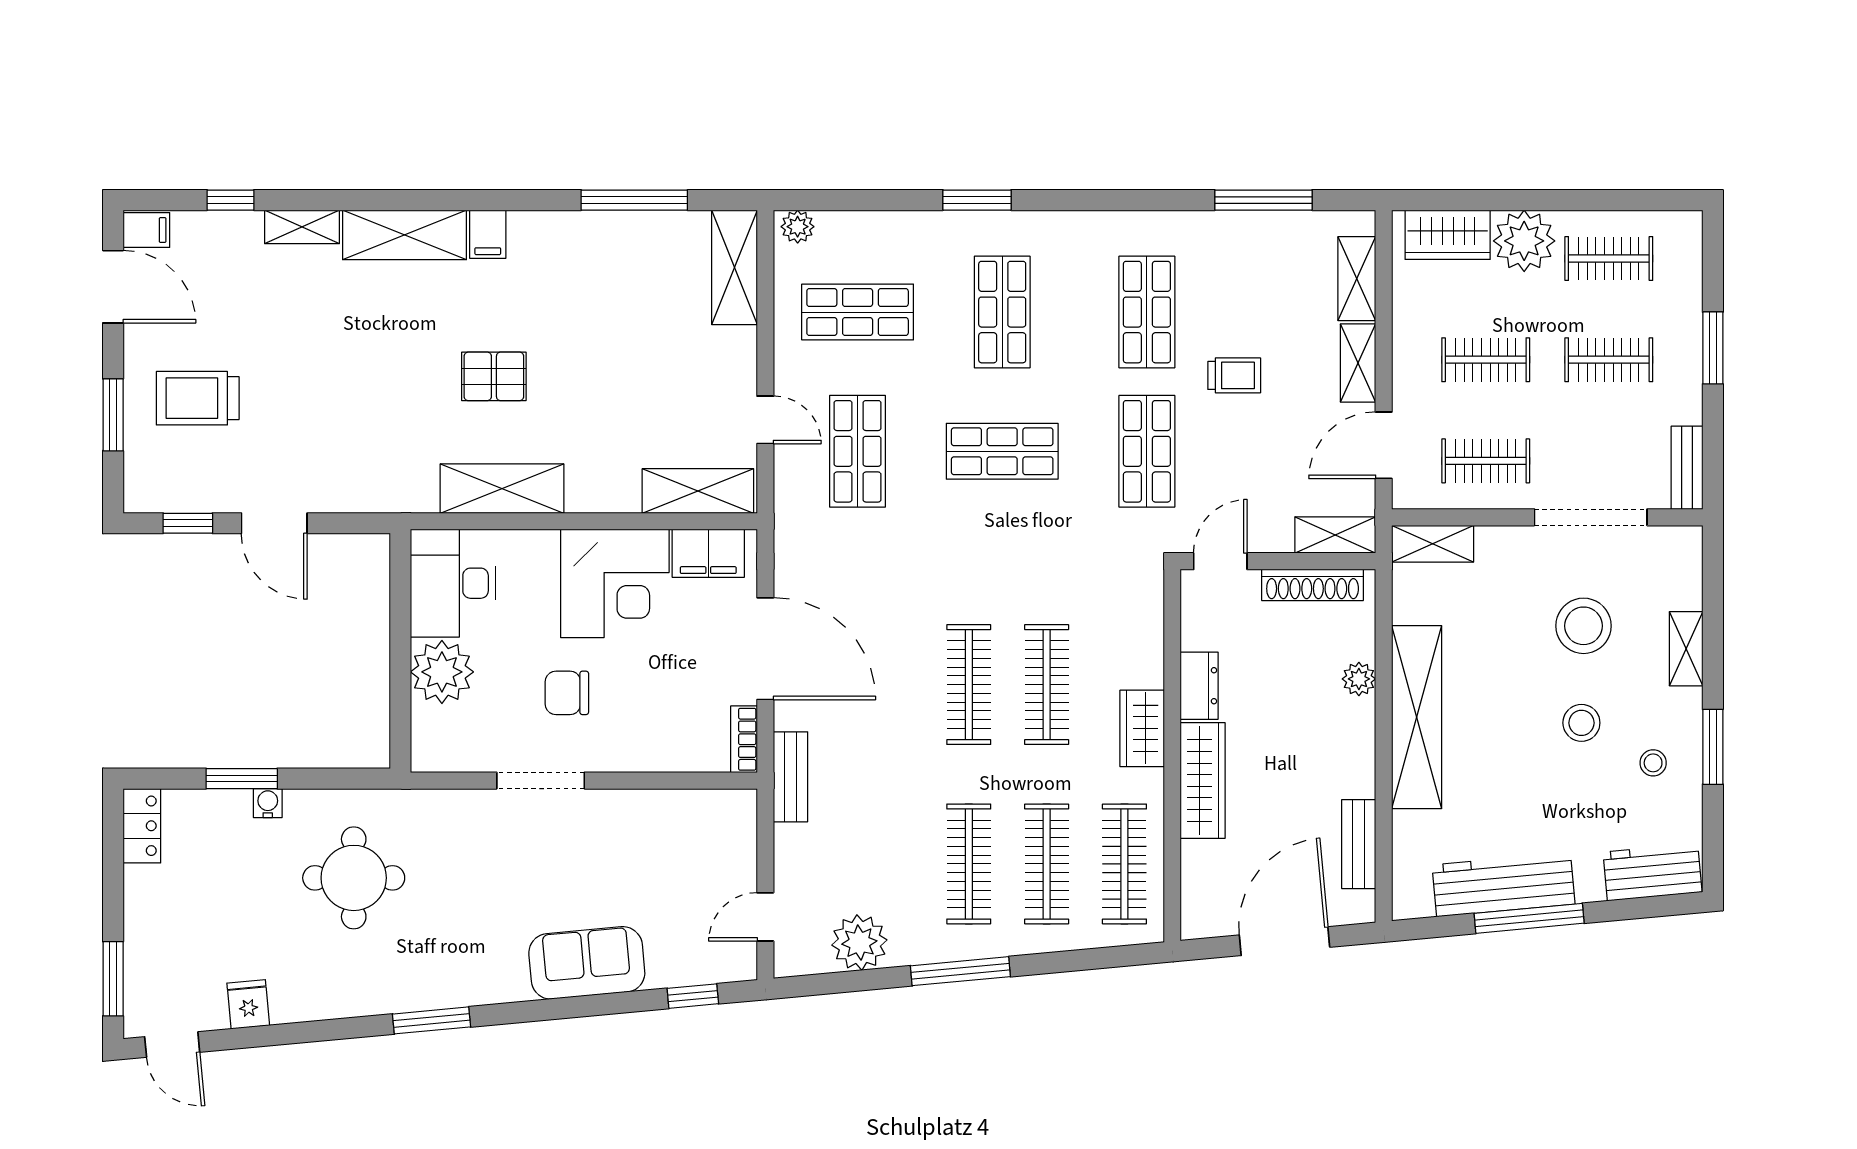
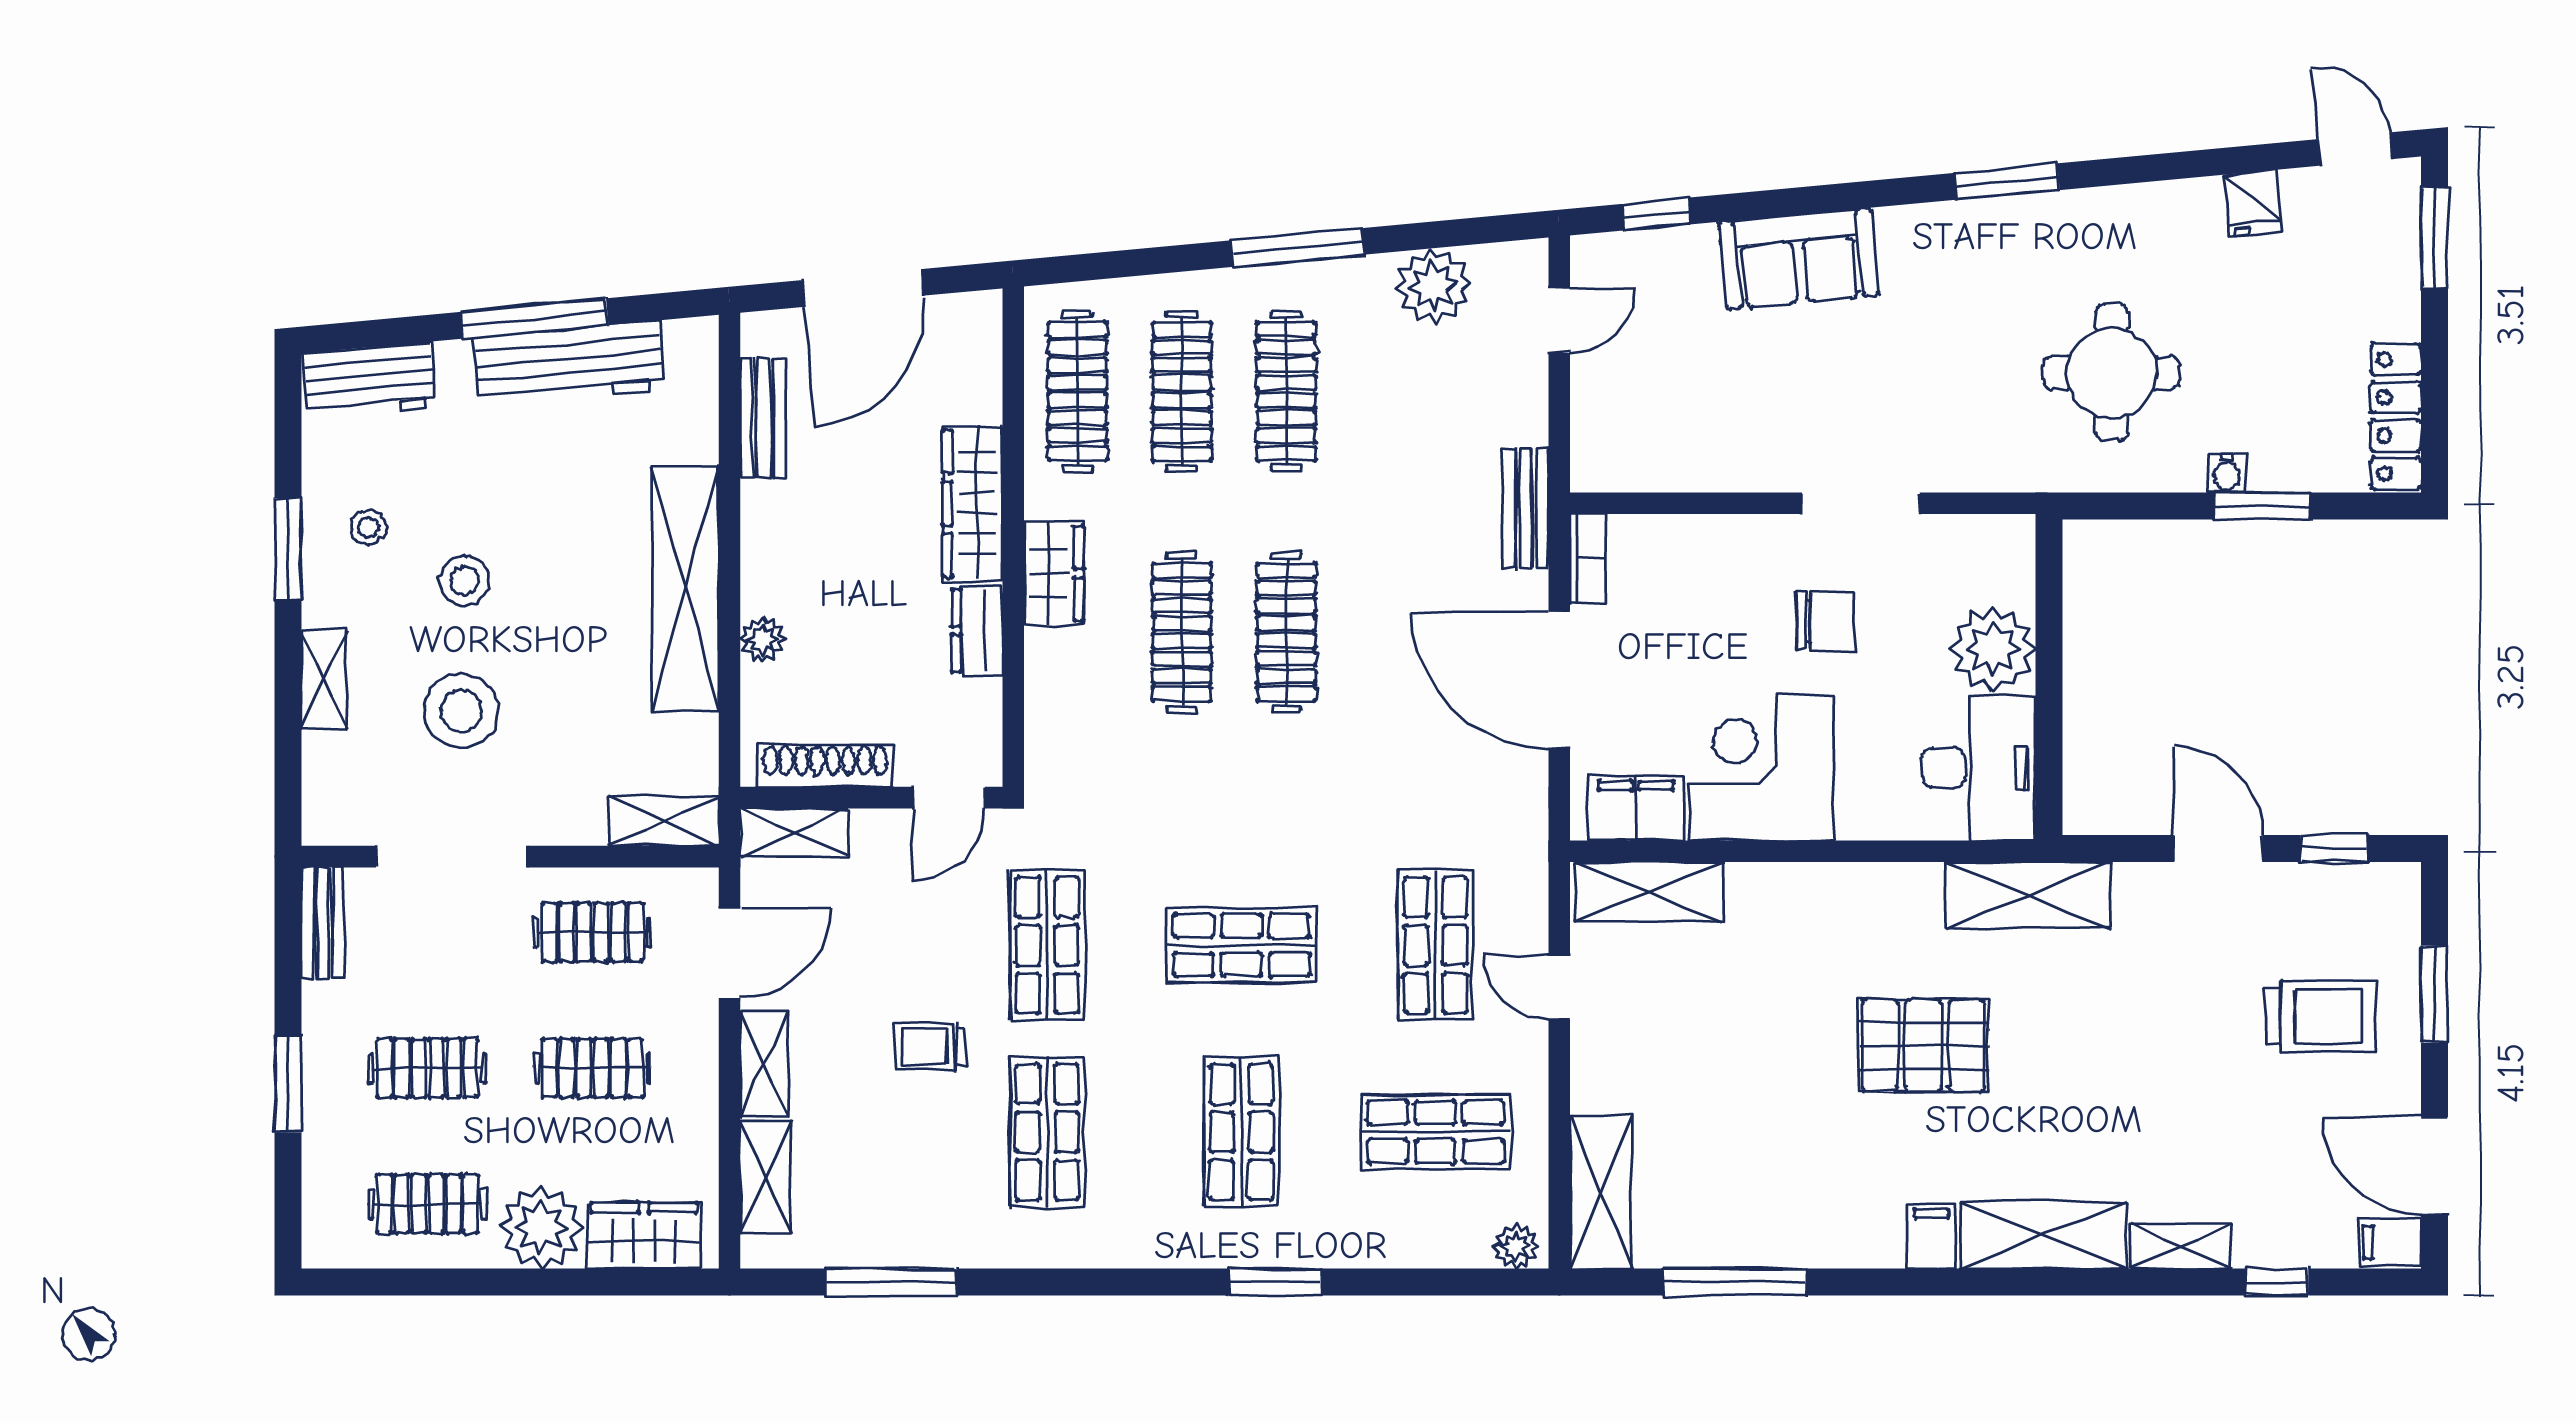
pallet: (494, 376) -> (1923, 1046), width x1.50, depth x1.42
shelving: (502, 489) -> (2028, 895), moved
locker: (142, 826) -> (2396, 416), width x1.53

